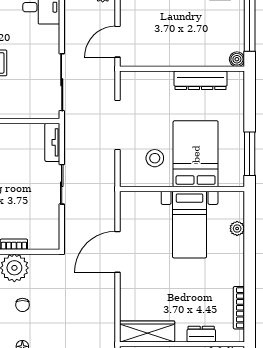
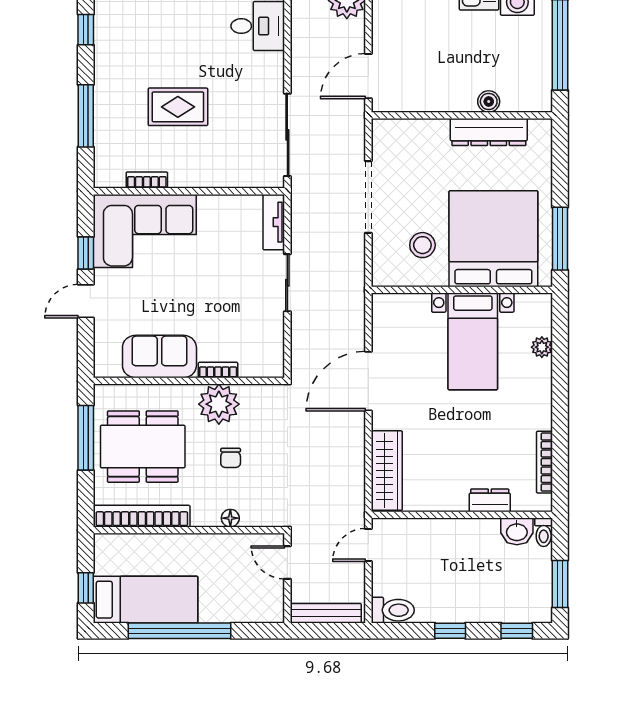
boiler: (237, 59) -> (489, 102), moved
bed: (196, 154) -> (493, 239), width x1.36
wardrobe: (147, 331) -> (387, 471), moved, turned 90

